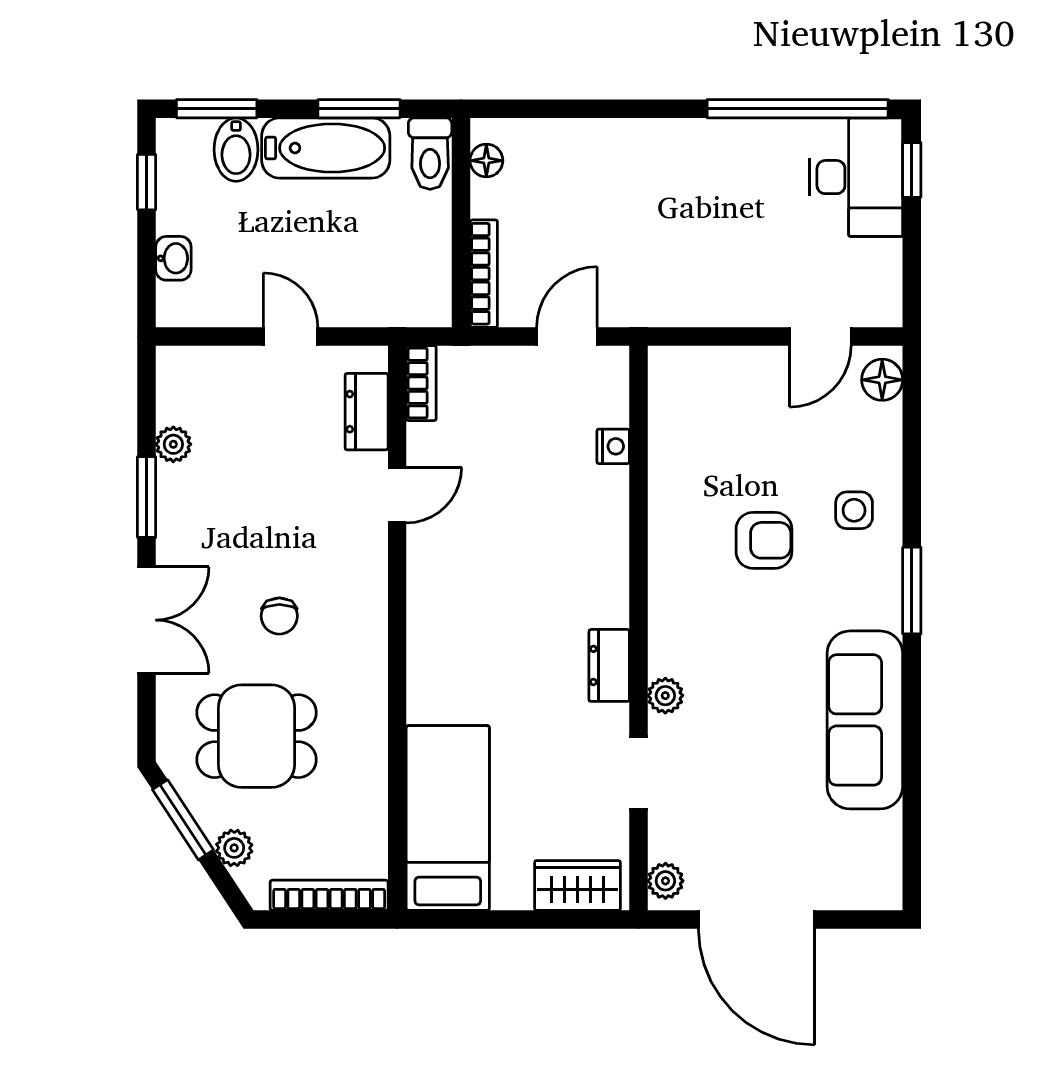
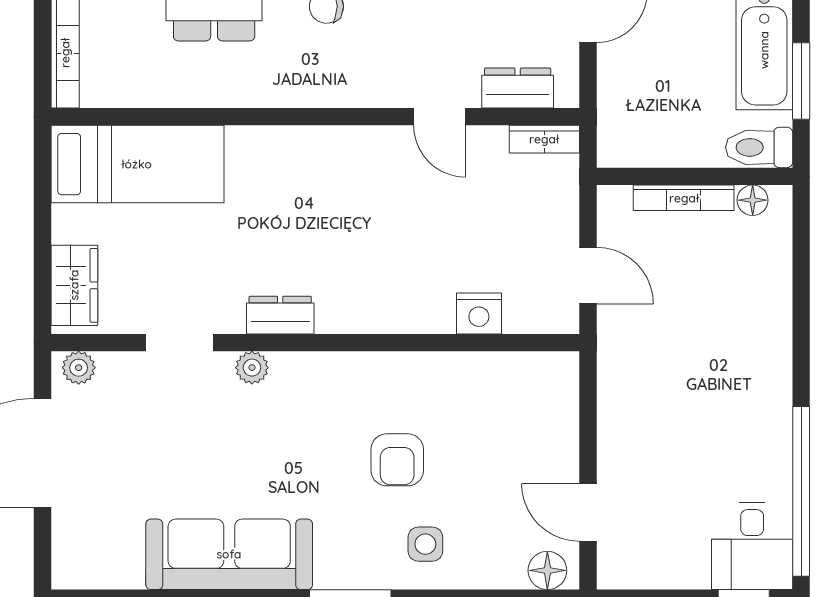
desk: (856, 177) -> (752, 546), width x0.73
bookcase: (484, 274) -> (684, 198), moved
nightstand: (613, 446) -> (479, 313), width x1.39, depth x1.35

